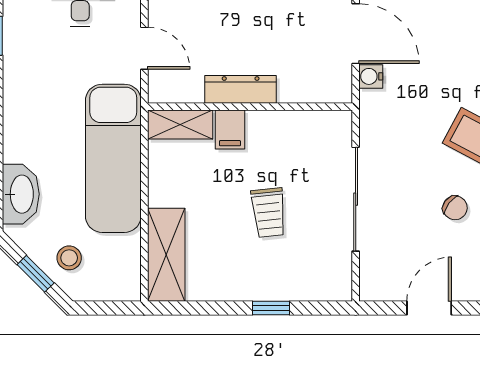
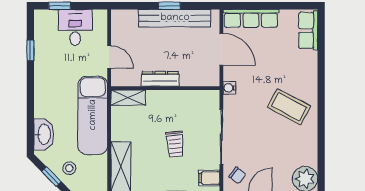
water cooler: (371, 76) -> (229, 88), moved
filing cabinet: (230, 129) -> (209, 178), moved, turned 90
chair: (455, 208) -> (237, 175), moved

